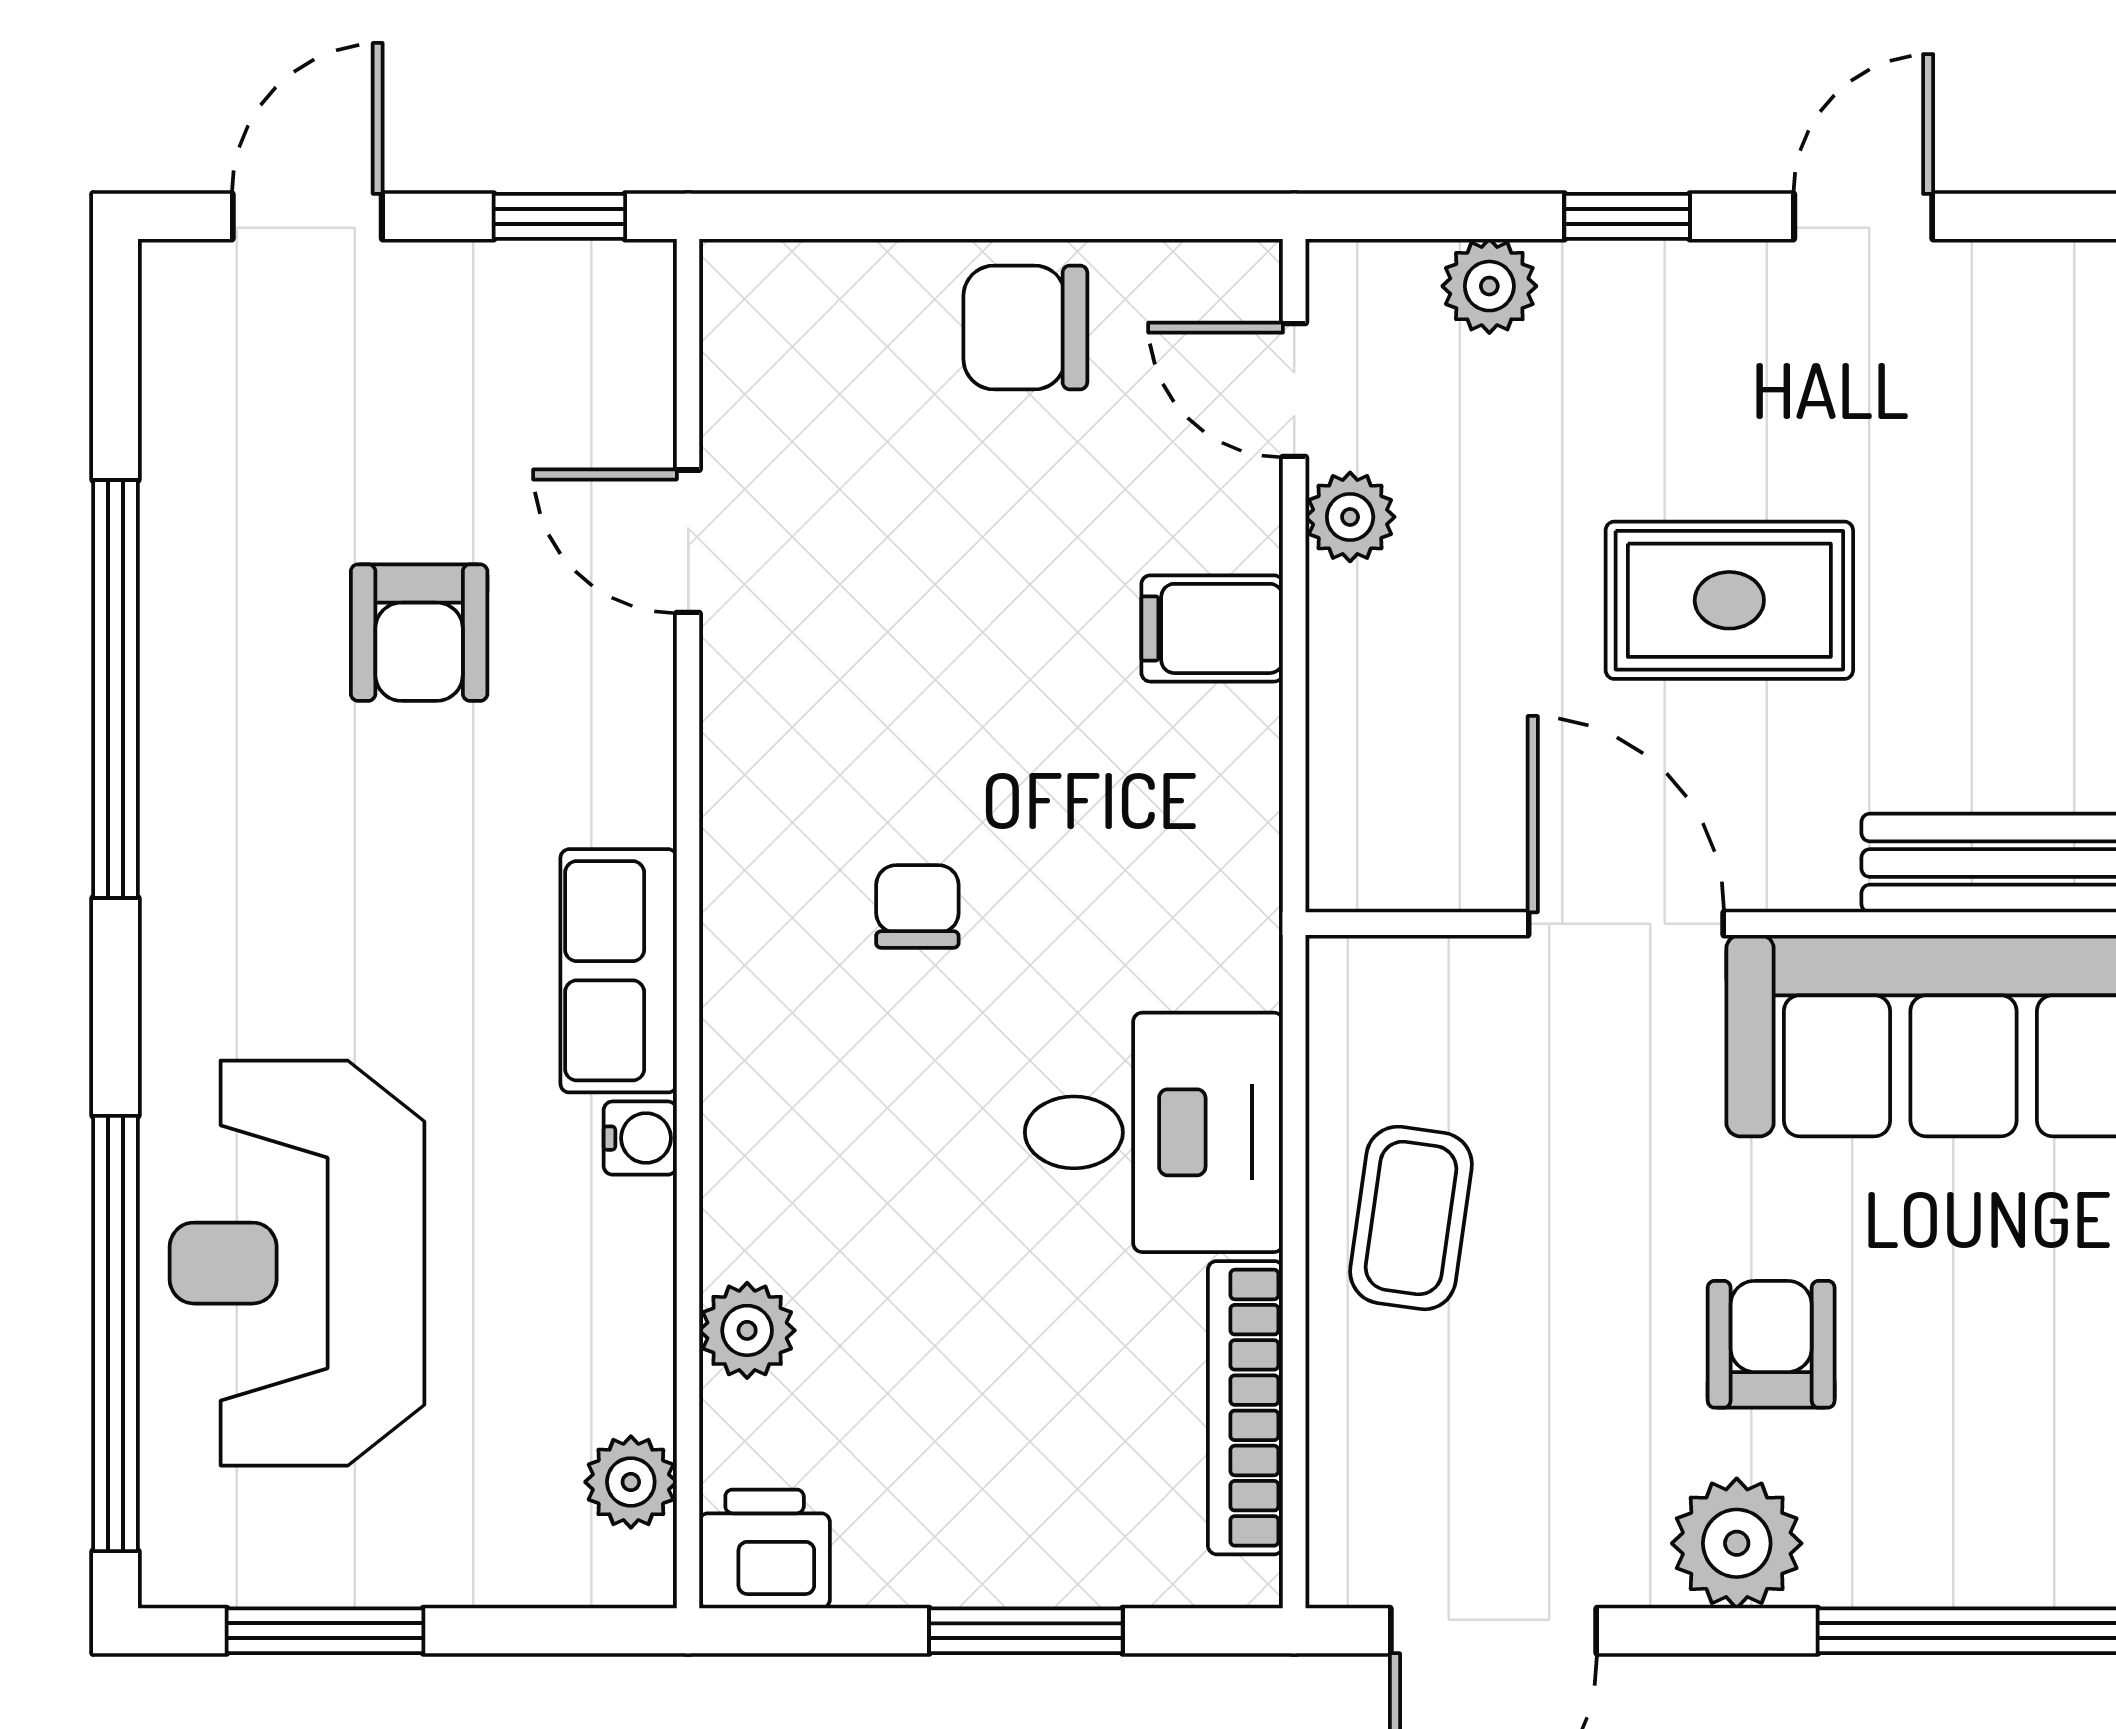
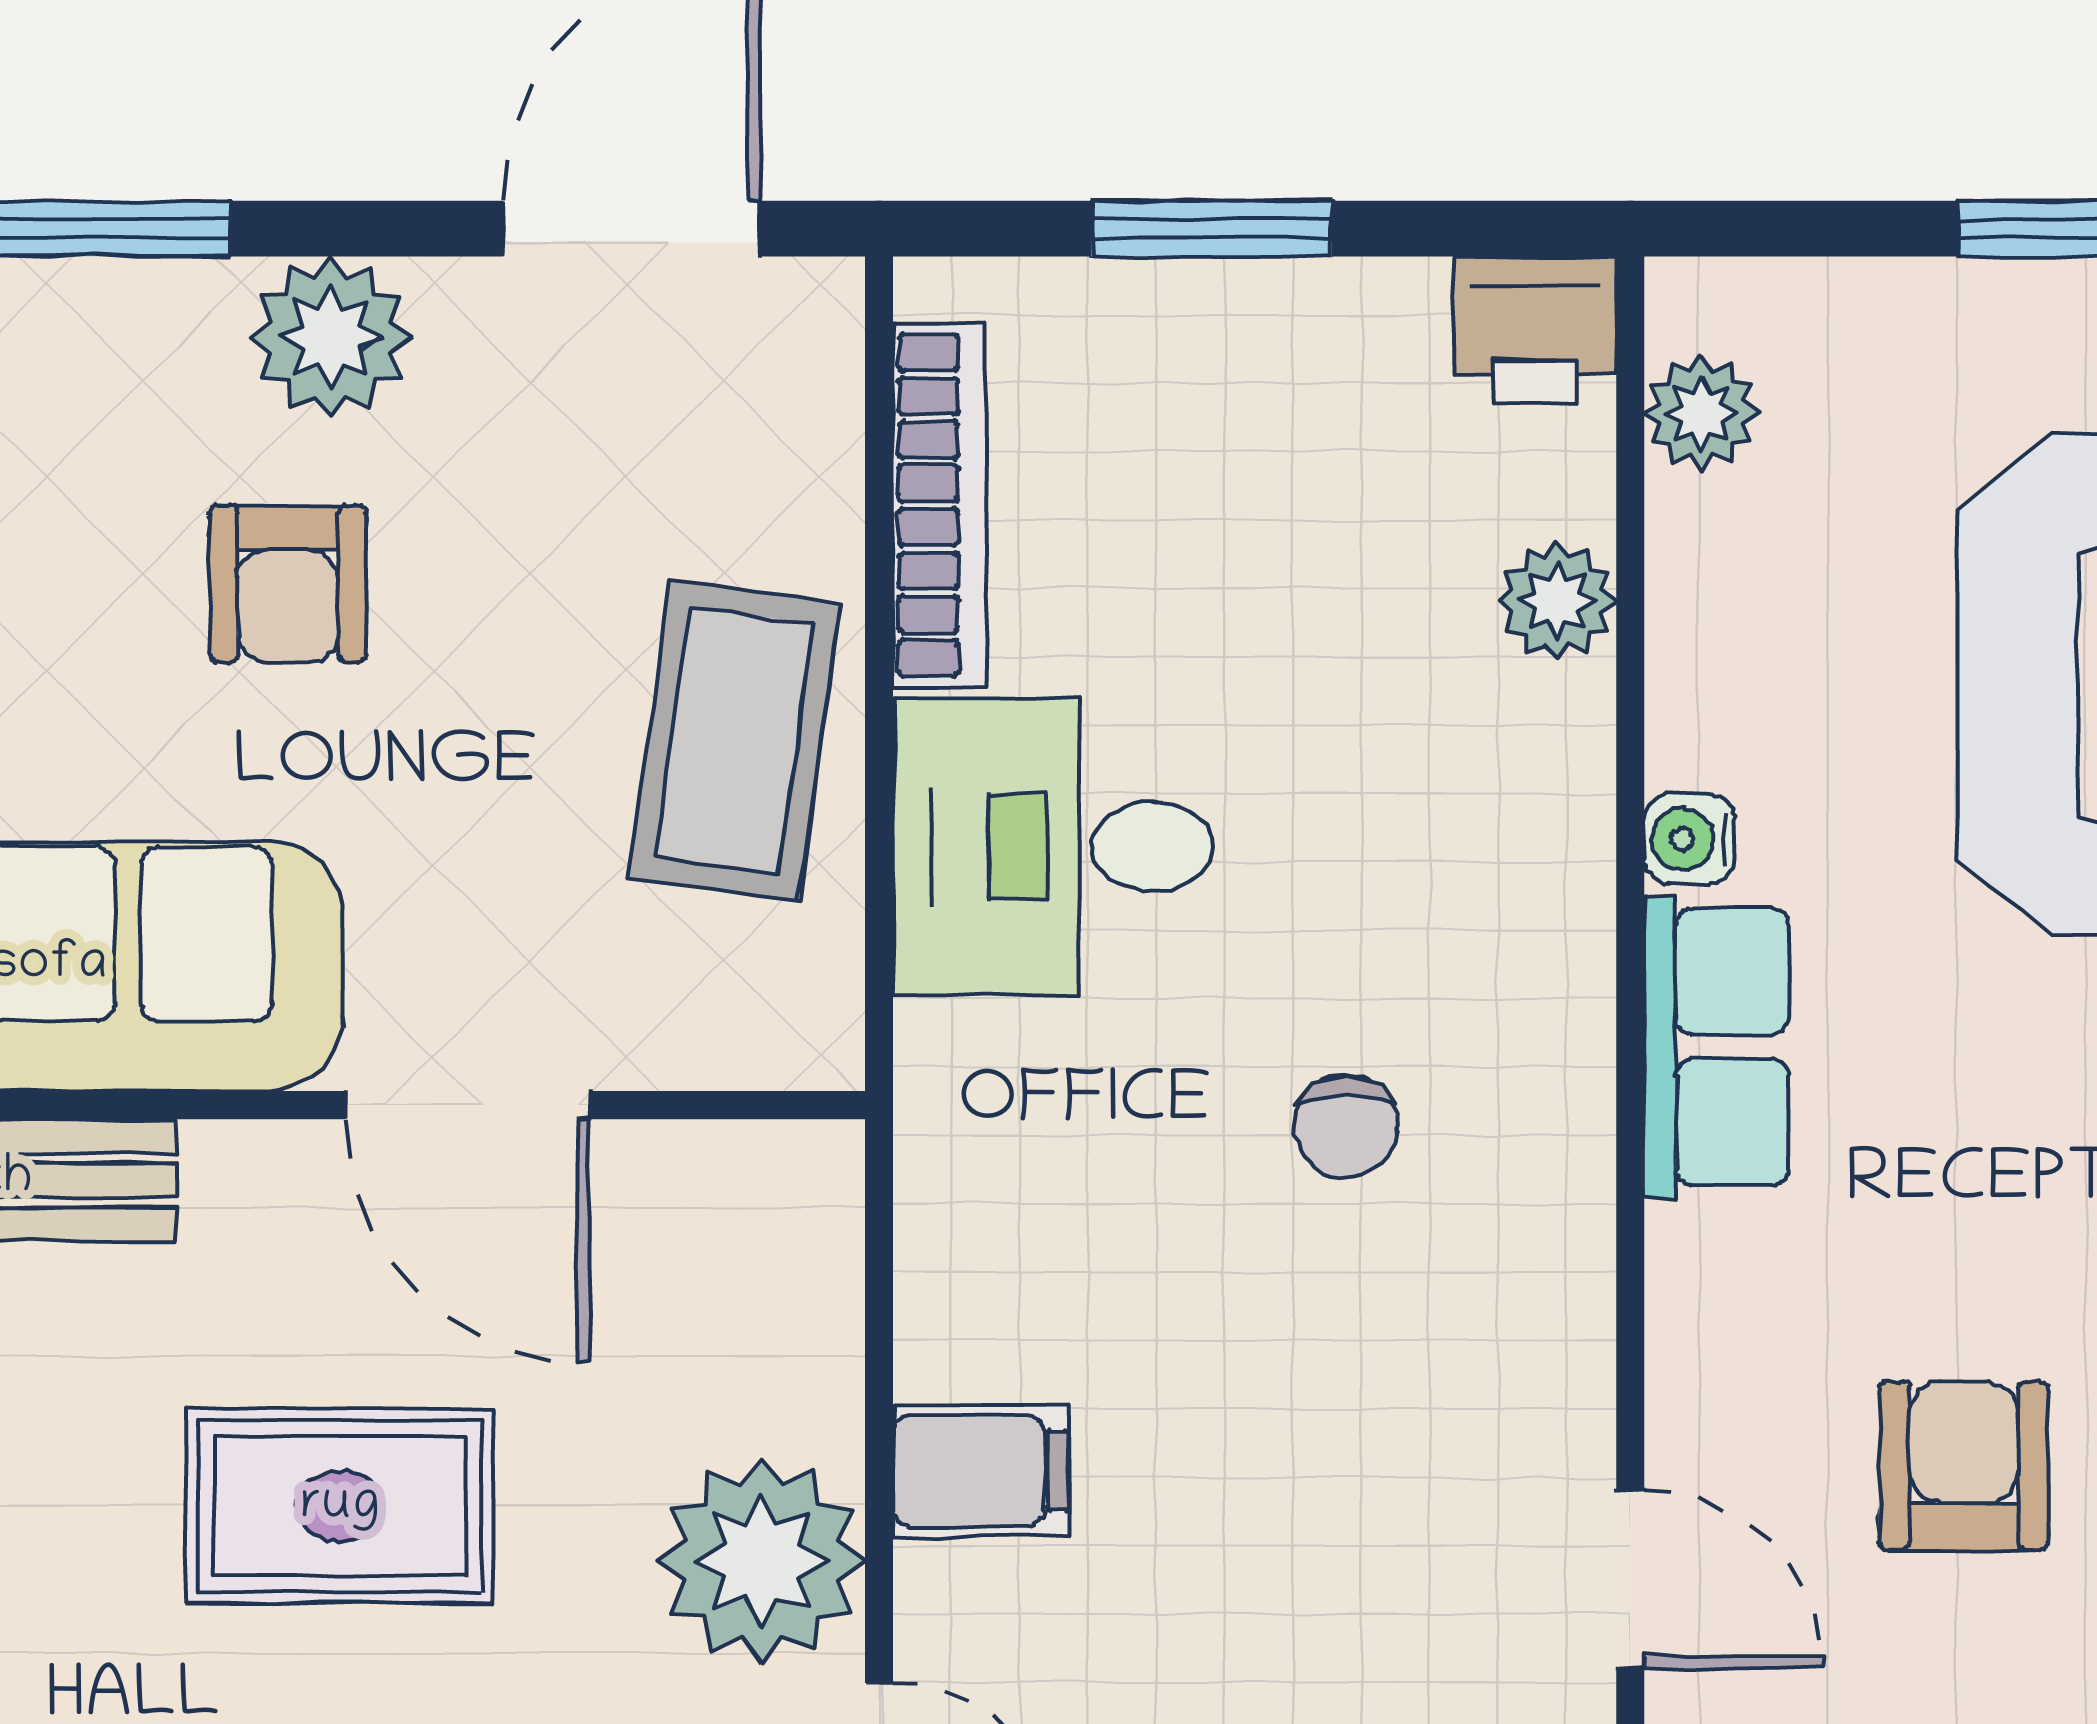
plant: (1350, 517) -> (761, 1561), width x1.87, depth x1.87
coffee table: (1411, 1218) -> (734, 740), width x1.36, depth x1.30

